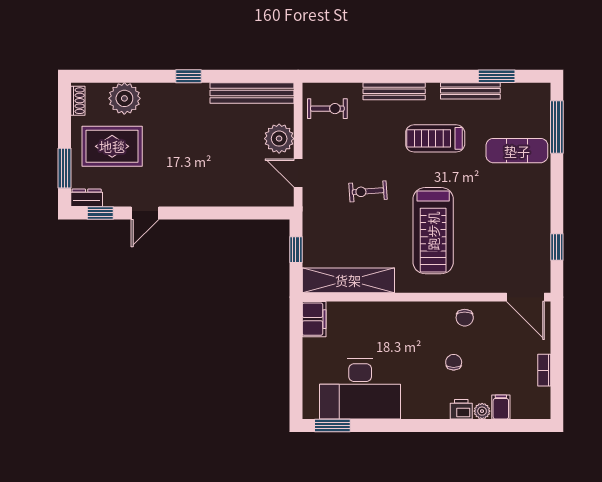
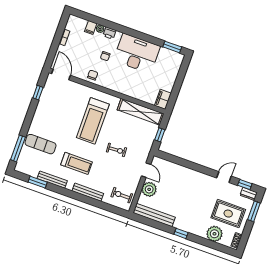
treadmill: (433, 231) -> (93, 121), turned 180
desk: (360, 389) -> (137, 53), moved

